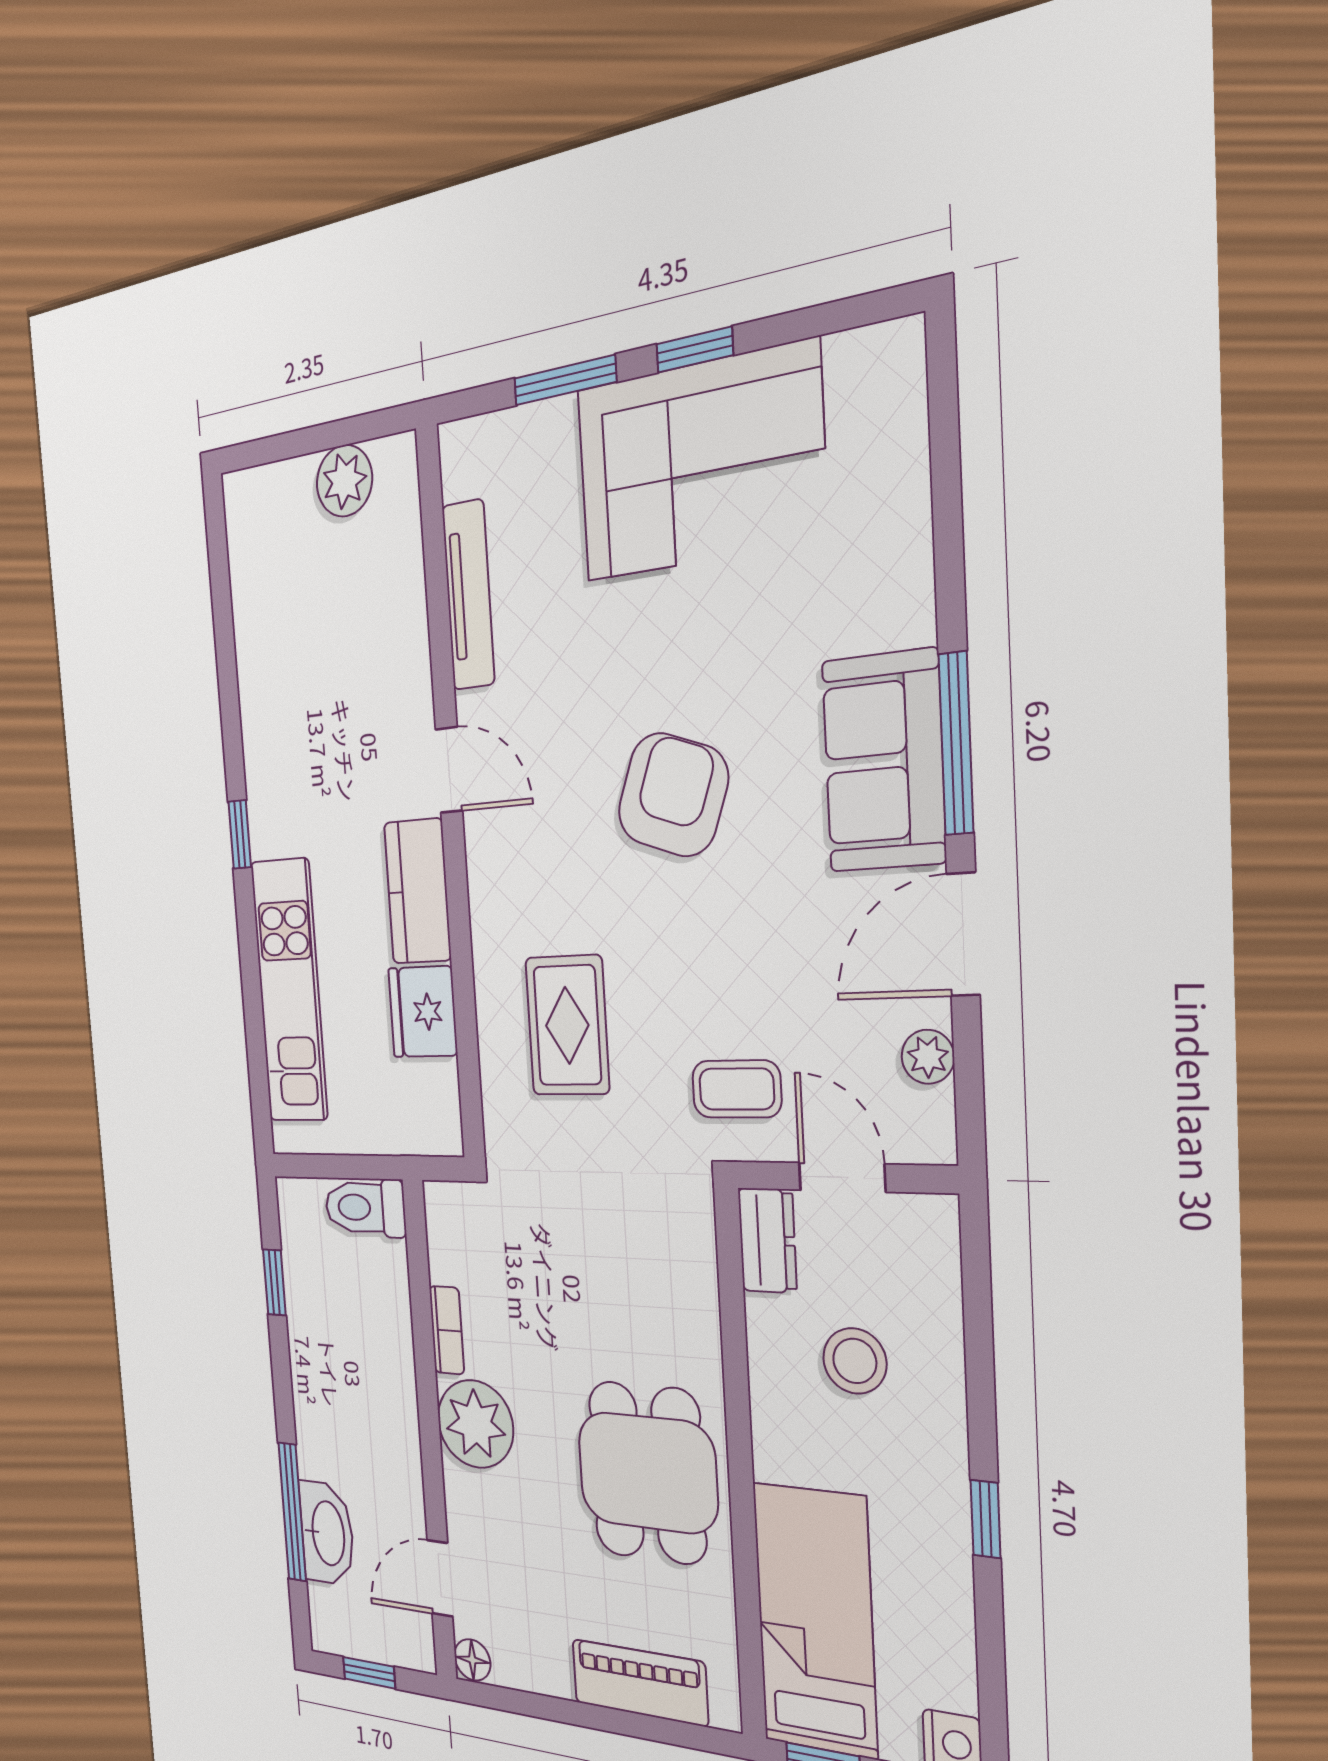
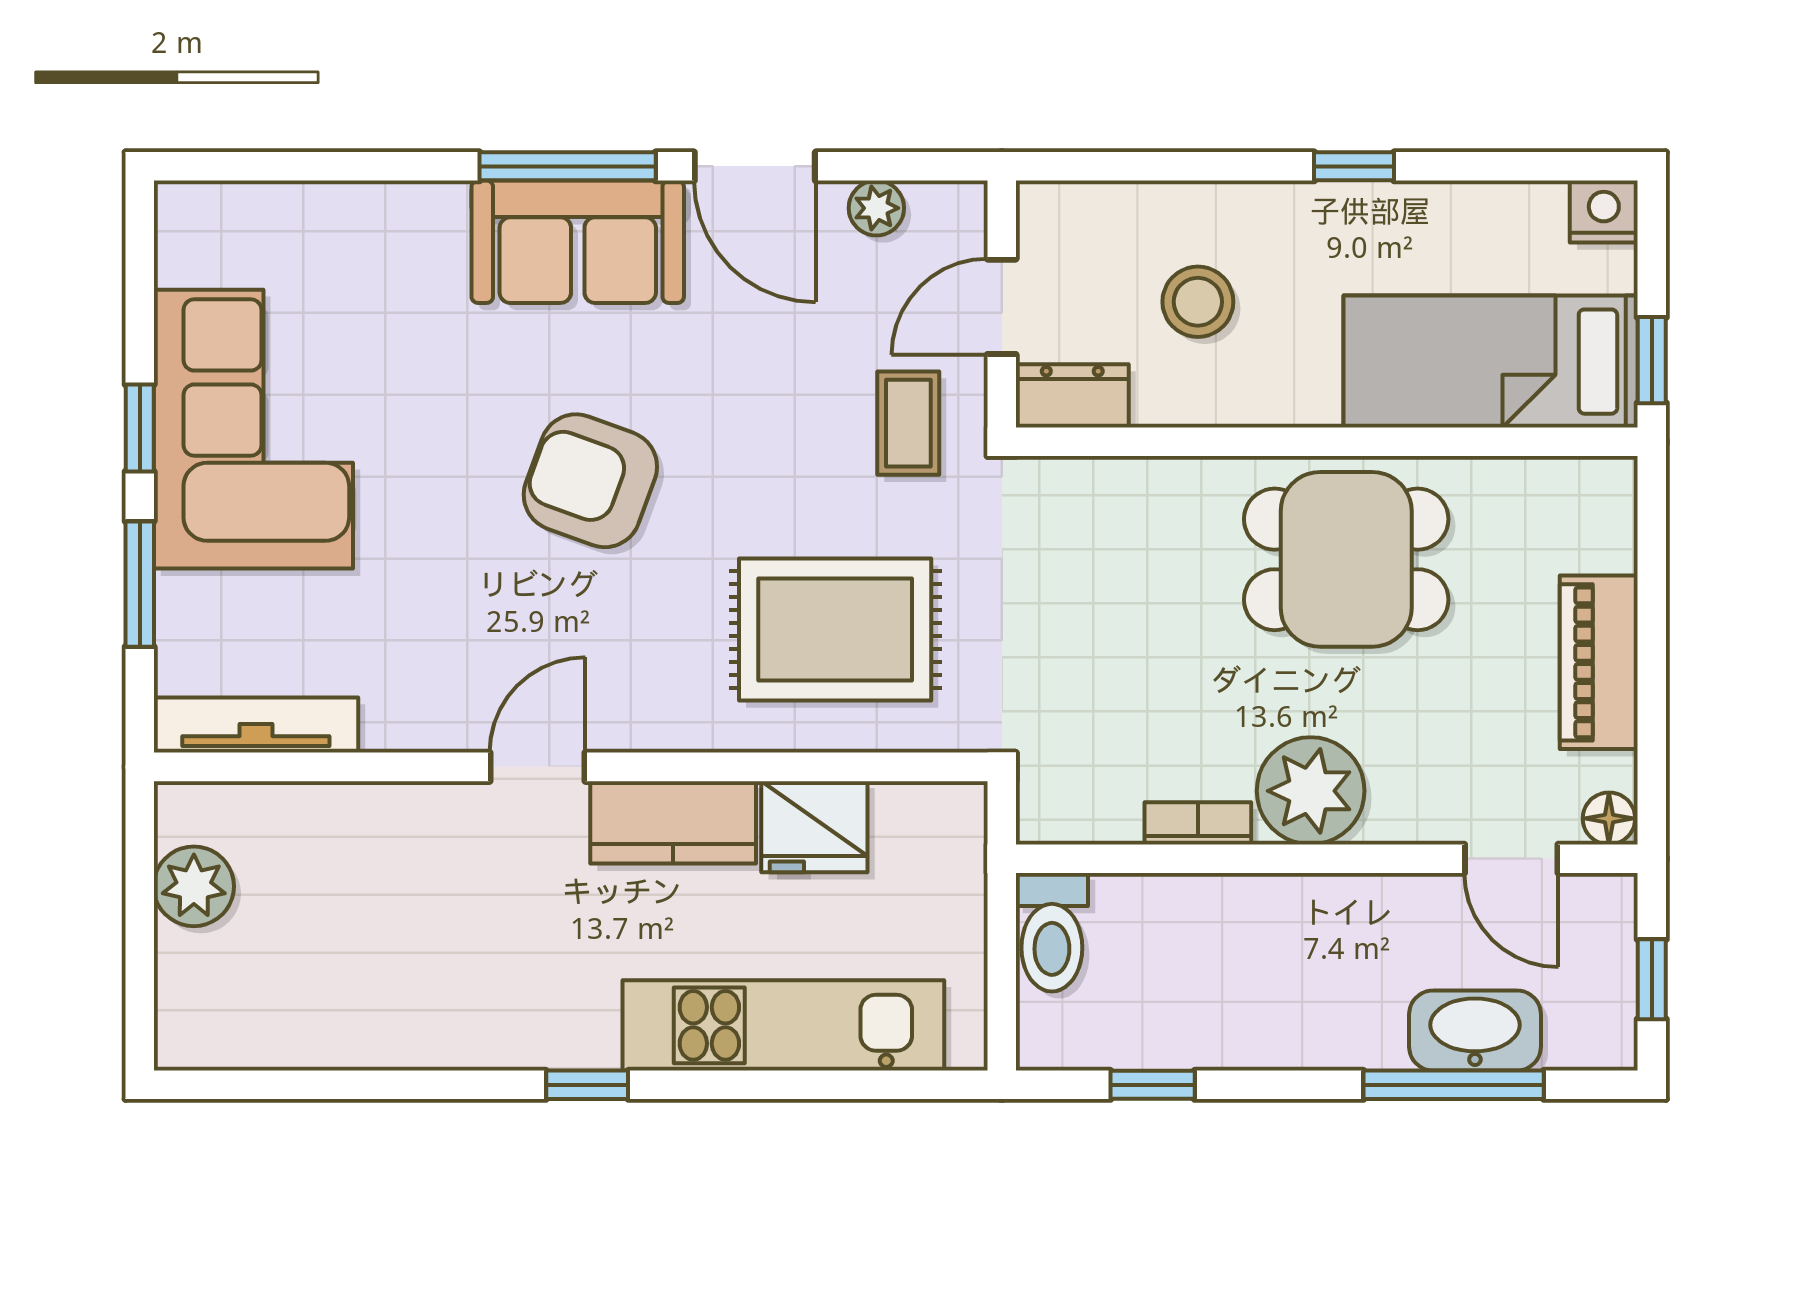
tv unit: (468, 595) -> (256, 725), moved
rug: (567, 1025) -> (835, 630), width x1.36, depth x1.43
piano: (639, 1682) -> (1599, 662), moved

